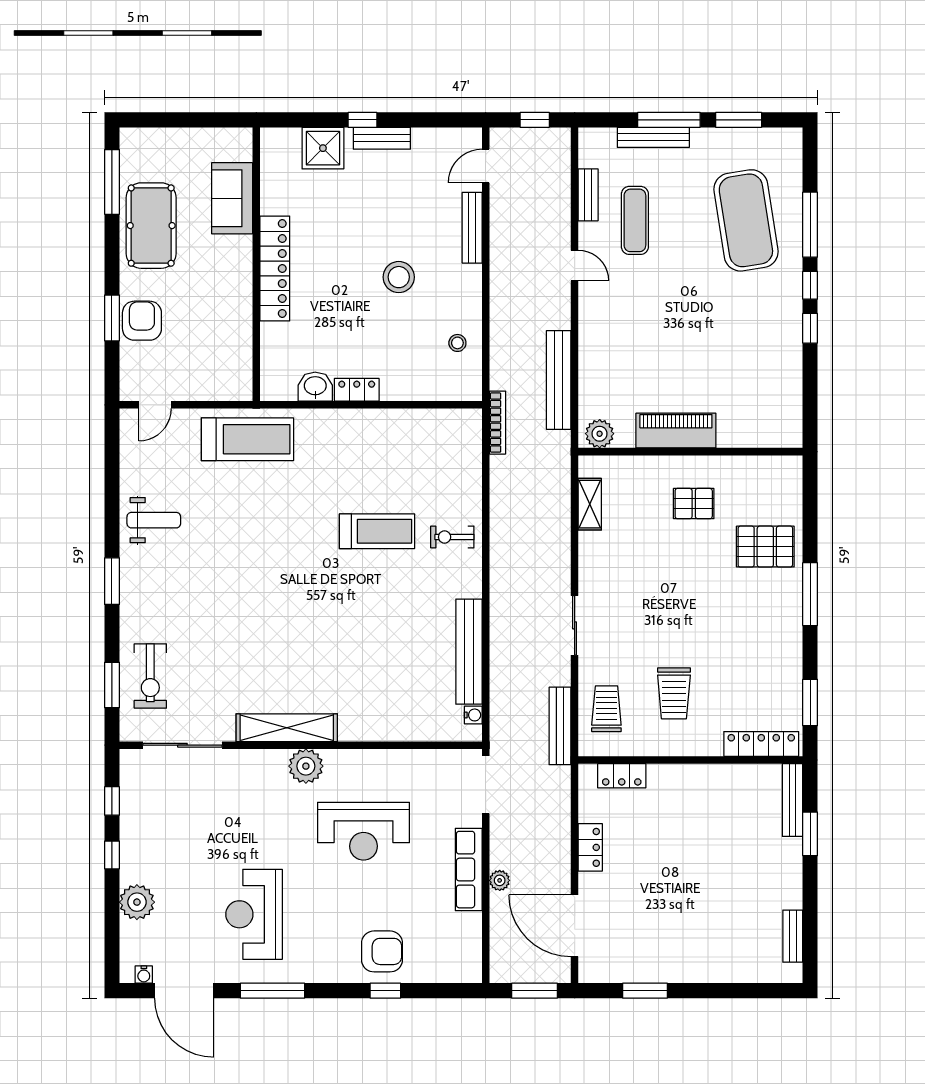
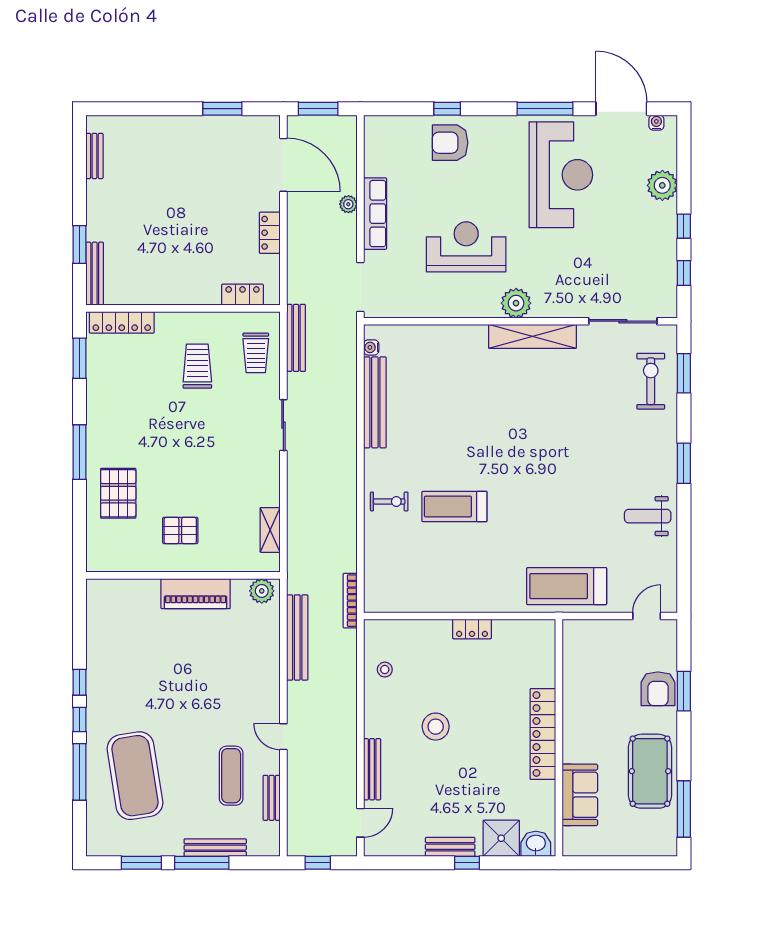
washbasin: (315, 387) -> (536, 844), moved, turned 180
pallet: (765, 547) -> (118, 493), turned 90
reception desk: (254, 914) -> (561, 175), width x1.36, depth x1.30

